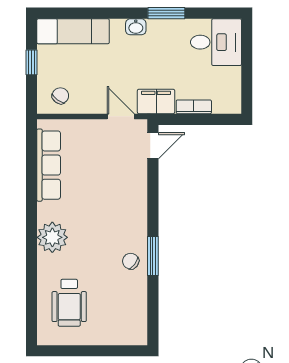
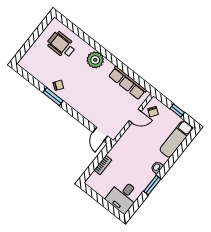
filing cabinet: (156, 101) -> (118, 151), removed
door: (121, 116) -> (135, 116), moved

